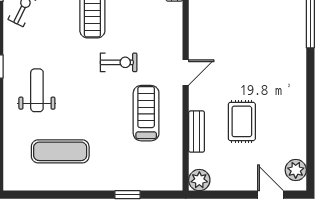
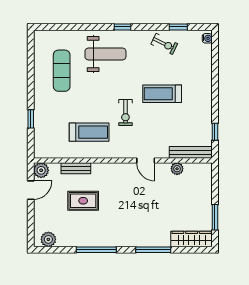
door: (186, 73) -> (146, 161), moved
weight bench: (37, 90) -> (105, 54), width x1.36, depth x1.33
window: (310, 103) -> (96, 250), added
door: (271, 195) -> (31, 190), moved

